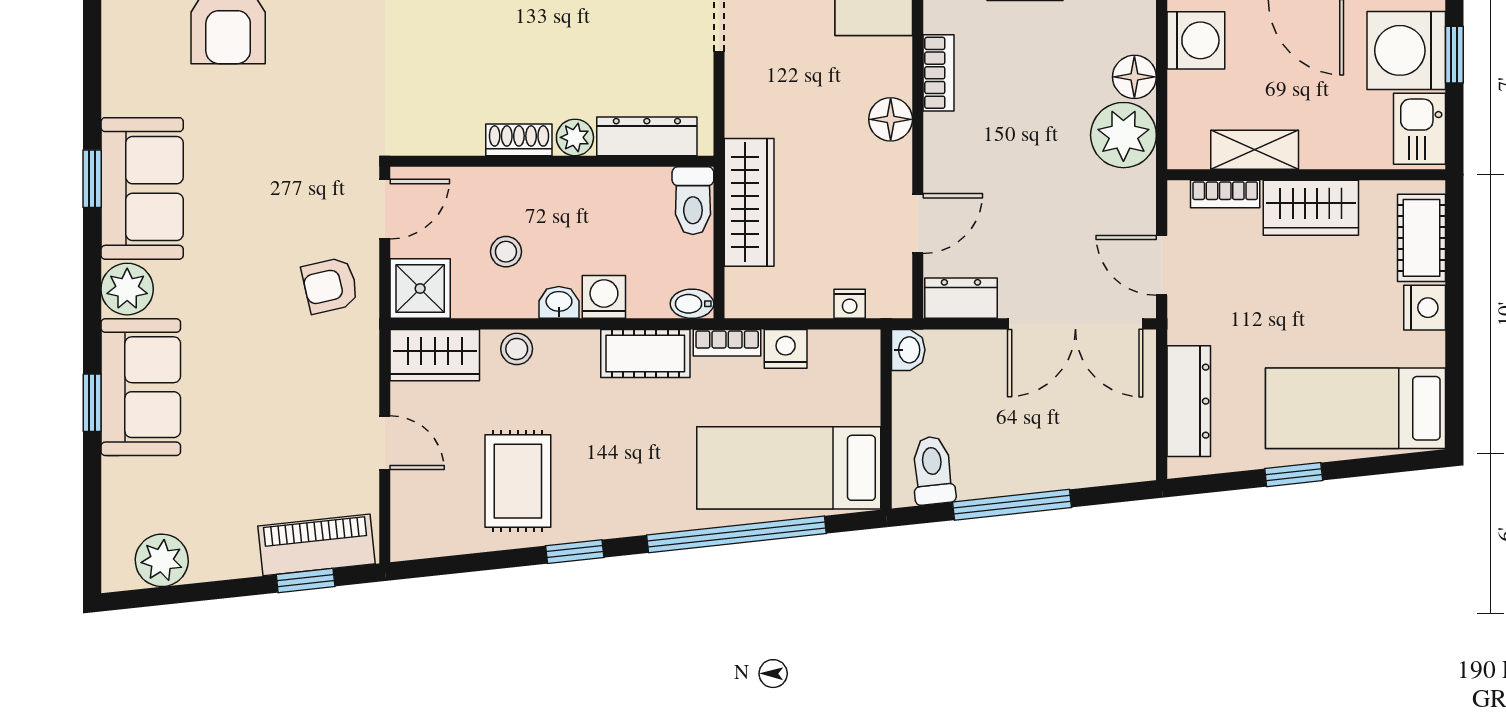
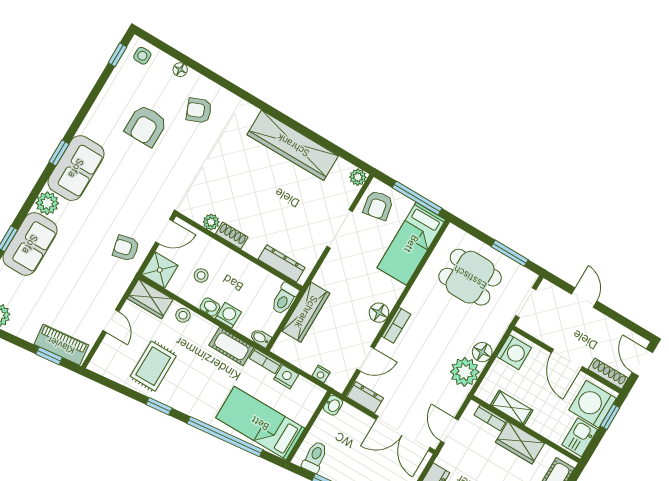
bookcase: (938, 73) -> (396, 325), moved
plant: (575, 137) -> (211, 222), moved

